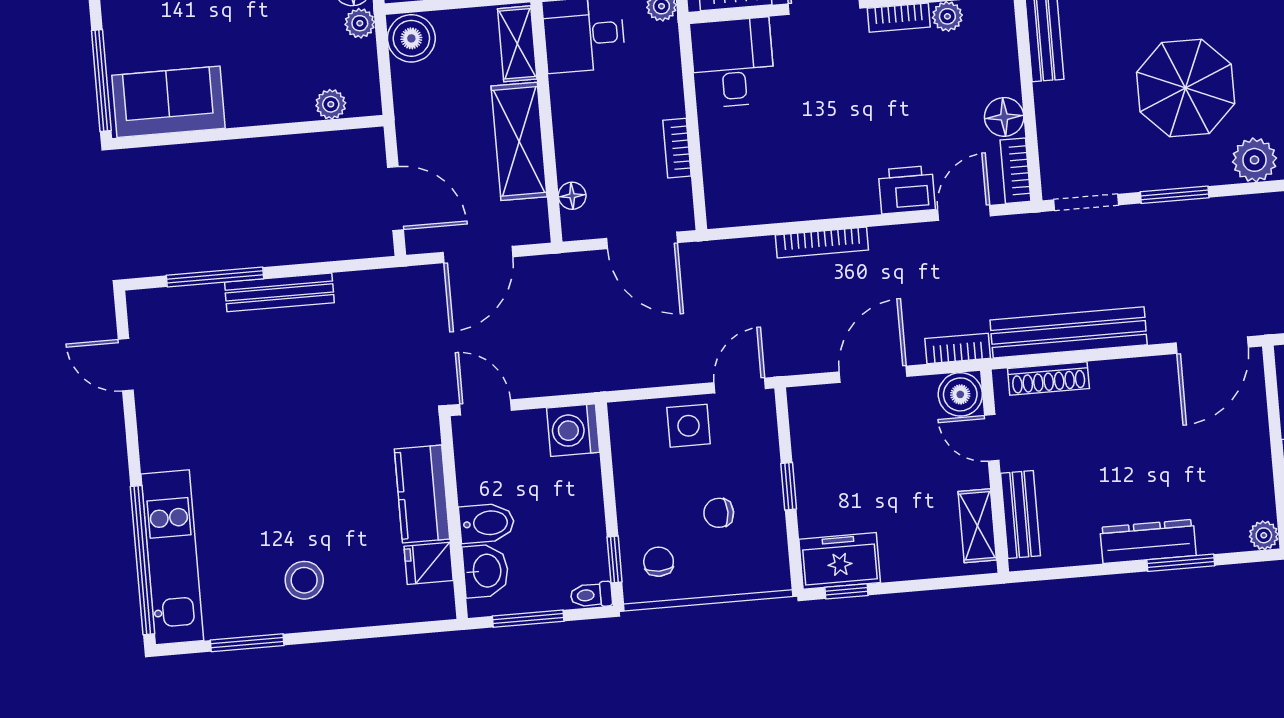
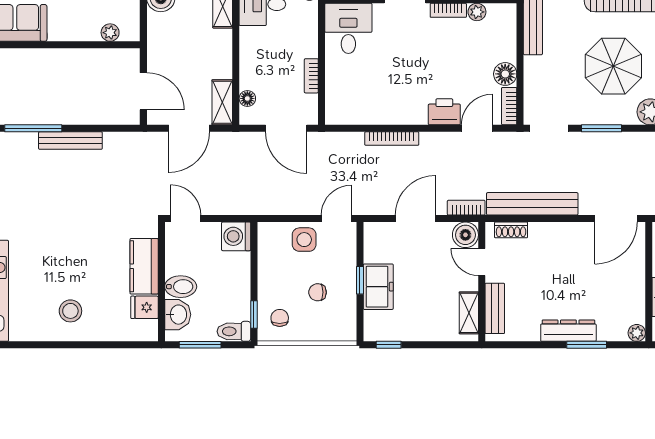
shelving: (519, 141) -> (222, 102), moved, width x0.67, depth x0.75
shoe rack: (1048, 378) -> (511, 230), width x0.70
freezer: (840, 561) -> (378, 287), moved, turned 90
toilet: (591, 595) -> (234, 331), width x1.37, depth x1.39
window: (247, 643) -> (34, 345), removed

